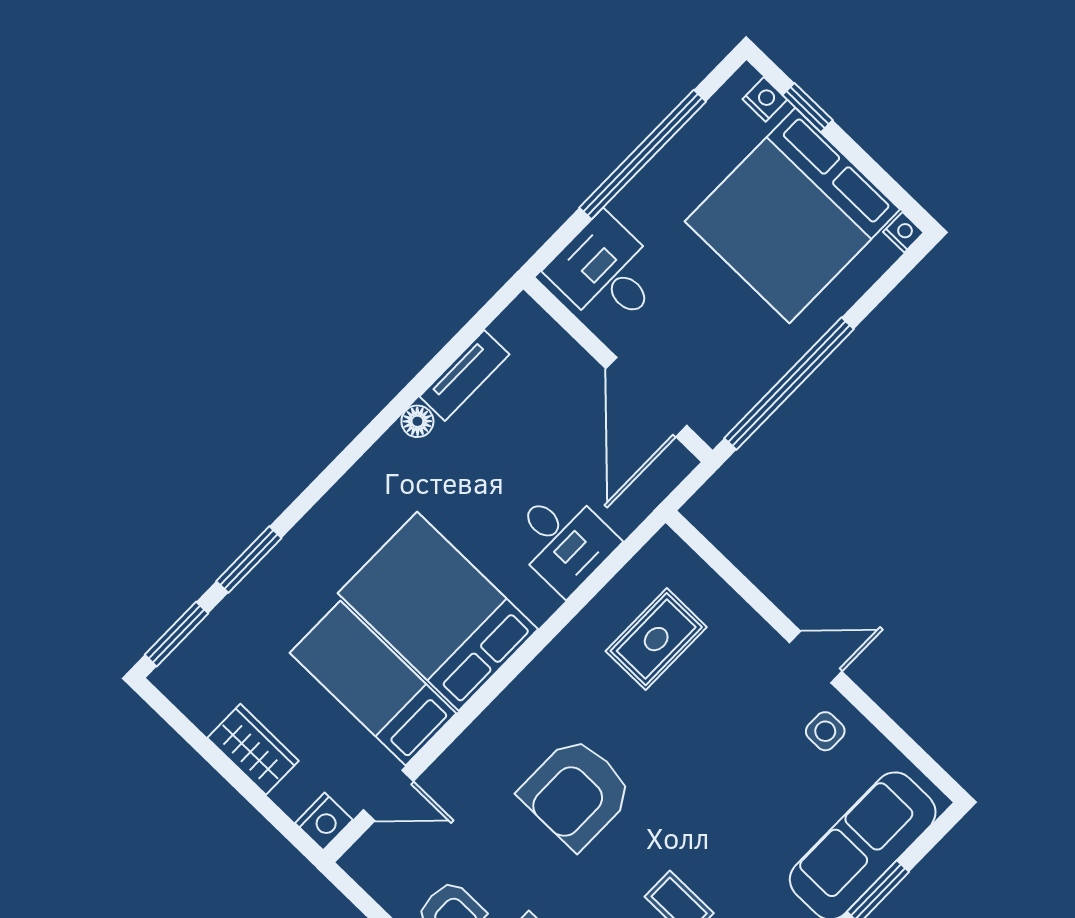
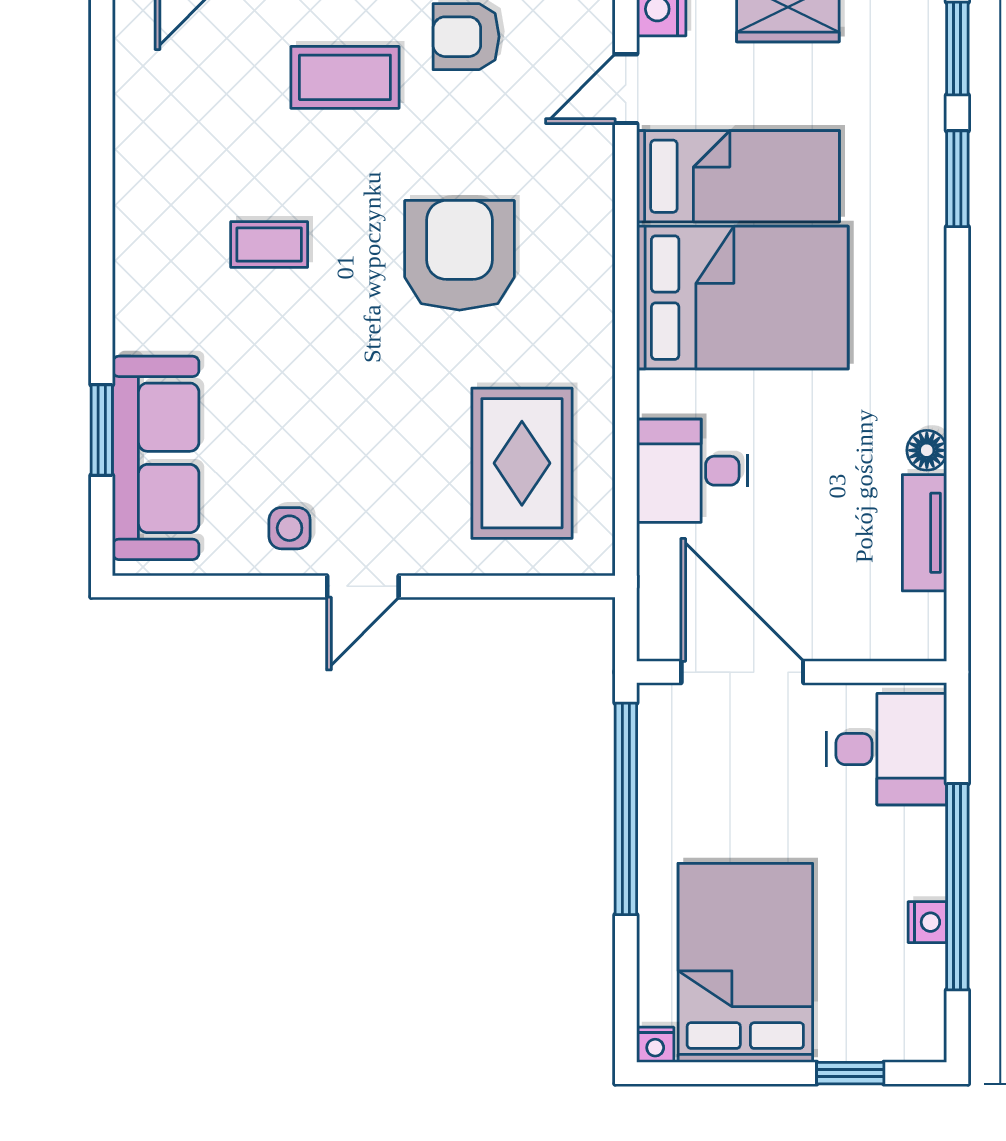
nightstand: (765, 99) -> (927, 922), moved, turned -90
bed: (792, 215) -> (745, 963), width x0.73
rug: (656, 639) -> (522, 463), width x1.36, depth x1.43

